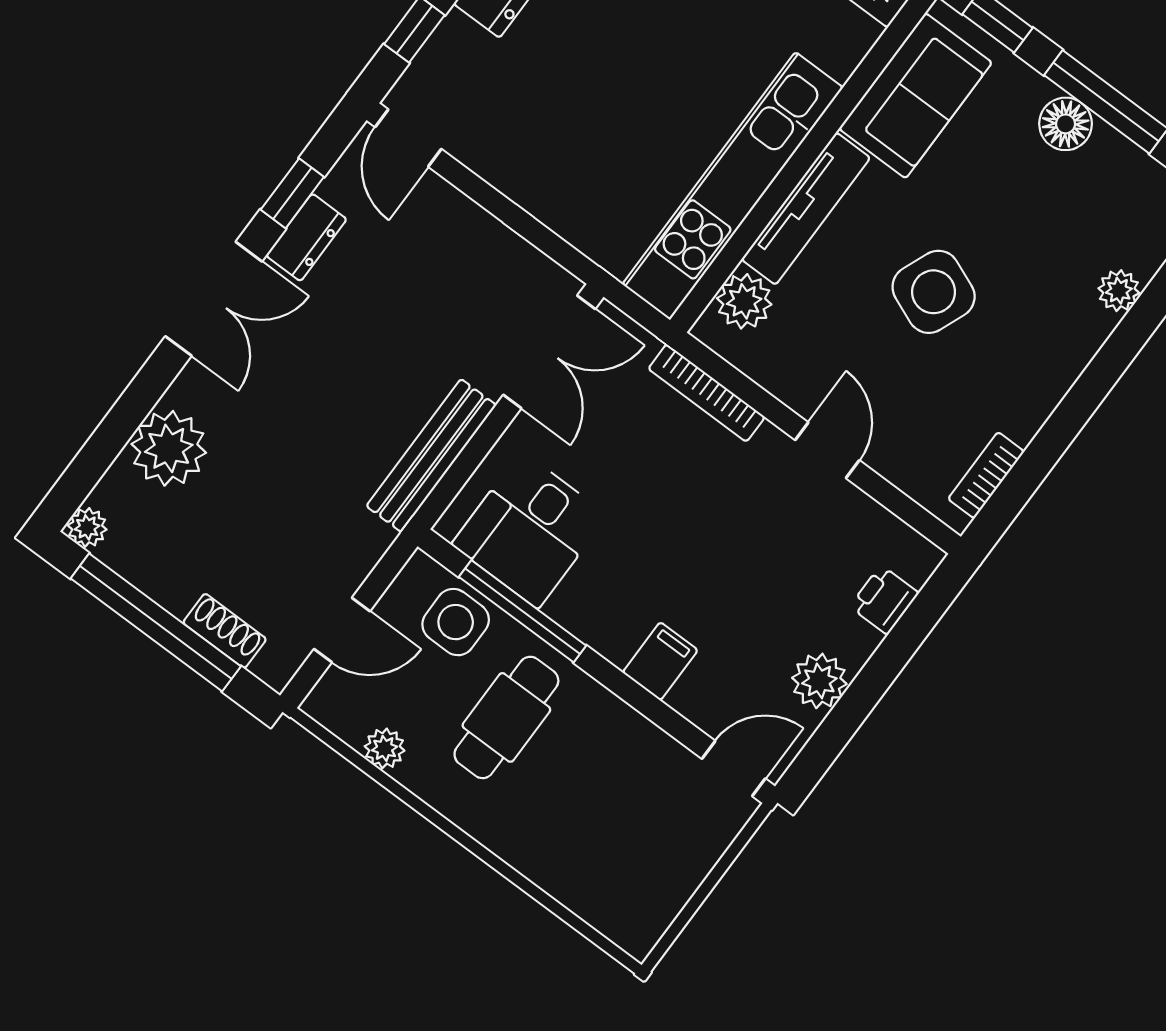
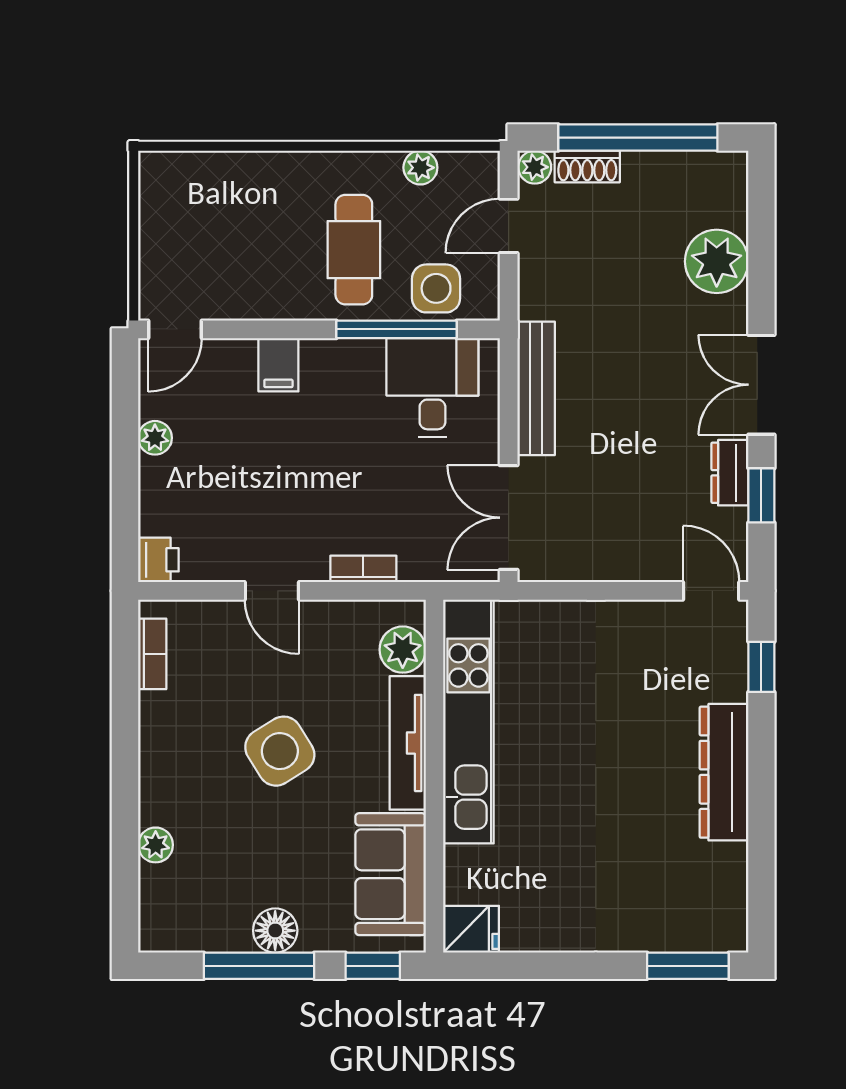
side table: (934, 292) -> (280, 751), turned 36
bookcase: (707, 393) -> (363, 569), width x0.64
plant: (87, 527) -> (535, 167), moved
printer: (884, 600) -> (158, 560), moved
plant: (819, 681) -> (155, 438), width x0.73, depth x0.73

